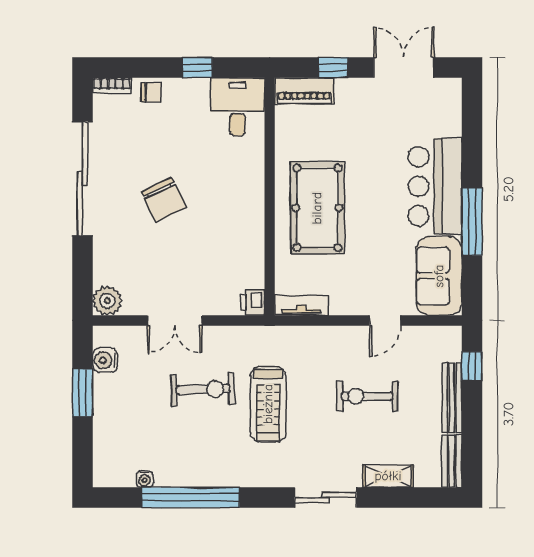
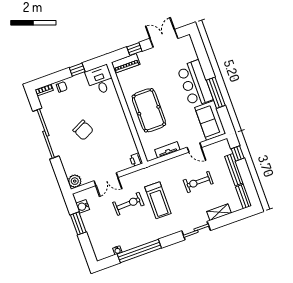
tv unit: (301, 305) -> (167, 150), moved
door: (385, 320) -> (194, 147), hinge flipped

